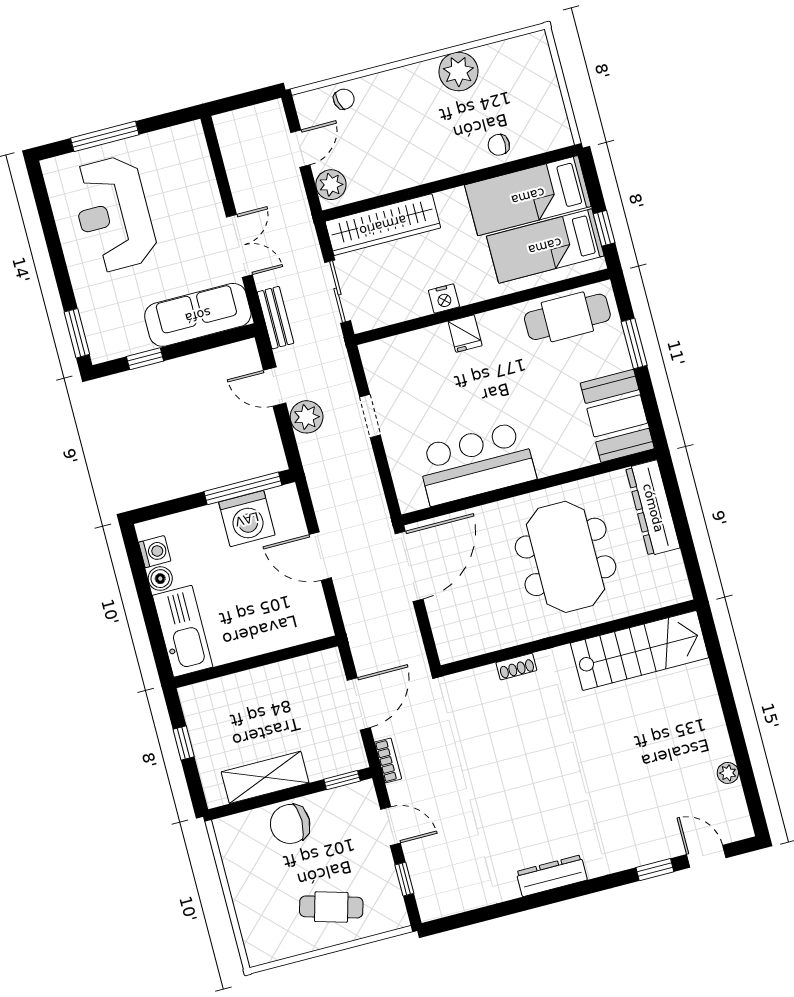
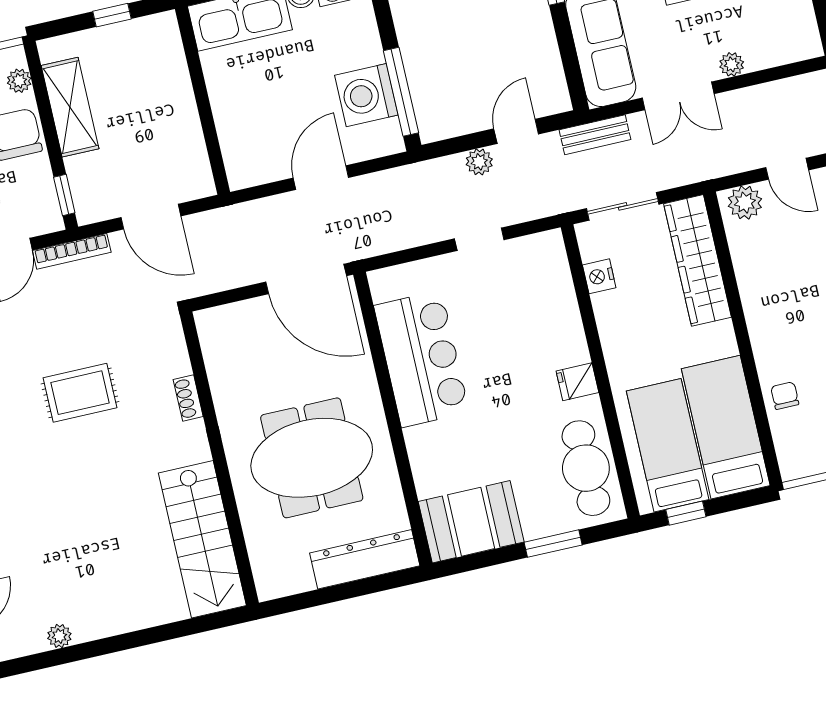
plant: (211, 200) -> (732, 64), added
nightstand: (444, 299) -> (599, 276), moved
fridge: (465, 334) -> (577, 382), moved
plant: (307, 417) -> (479, 162), width x0.73, depth x0.73
bookcase: (388, 760) -> (72, 251), width x1.56
rug: (515, 761) -> (80, 393), added
plant: (243, 823) -> (19, 81), added

